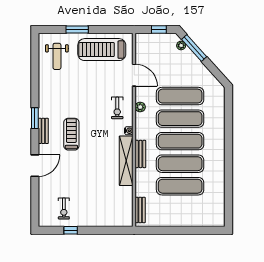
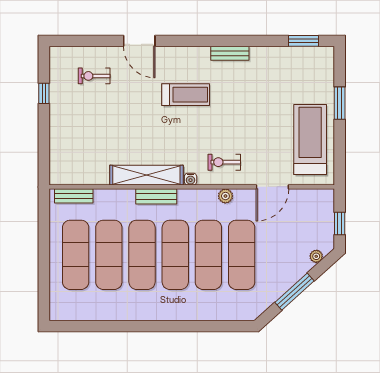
window: (194, 48) -> (295, 292), moved
weight bench: (57, 56) -> (300, 73), removed
window: (35, 118) -> (303, 41), moved
bench: (43, 131) -> (230, 53), moved
exercise bike: (64, 208) -> (94, 76), moved
exercise mat: (180, 209) -> (76, 255), added

